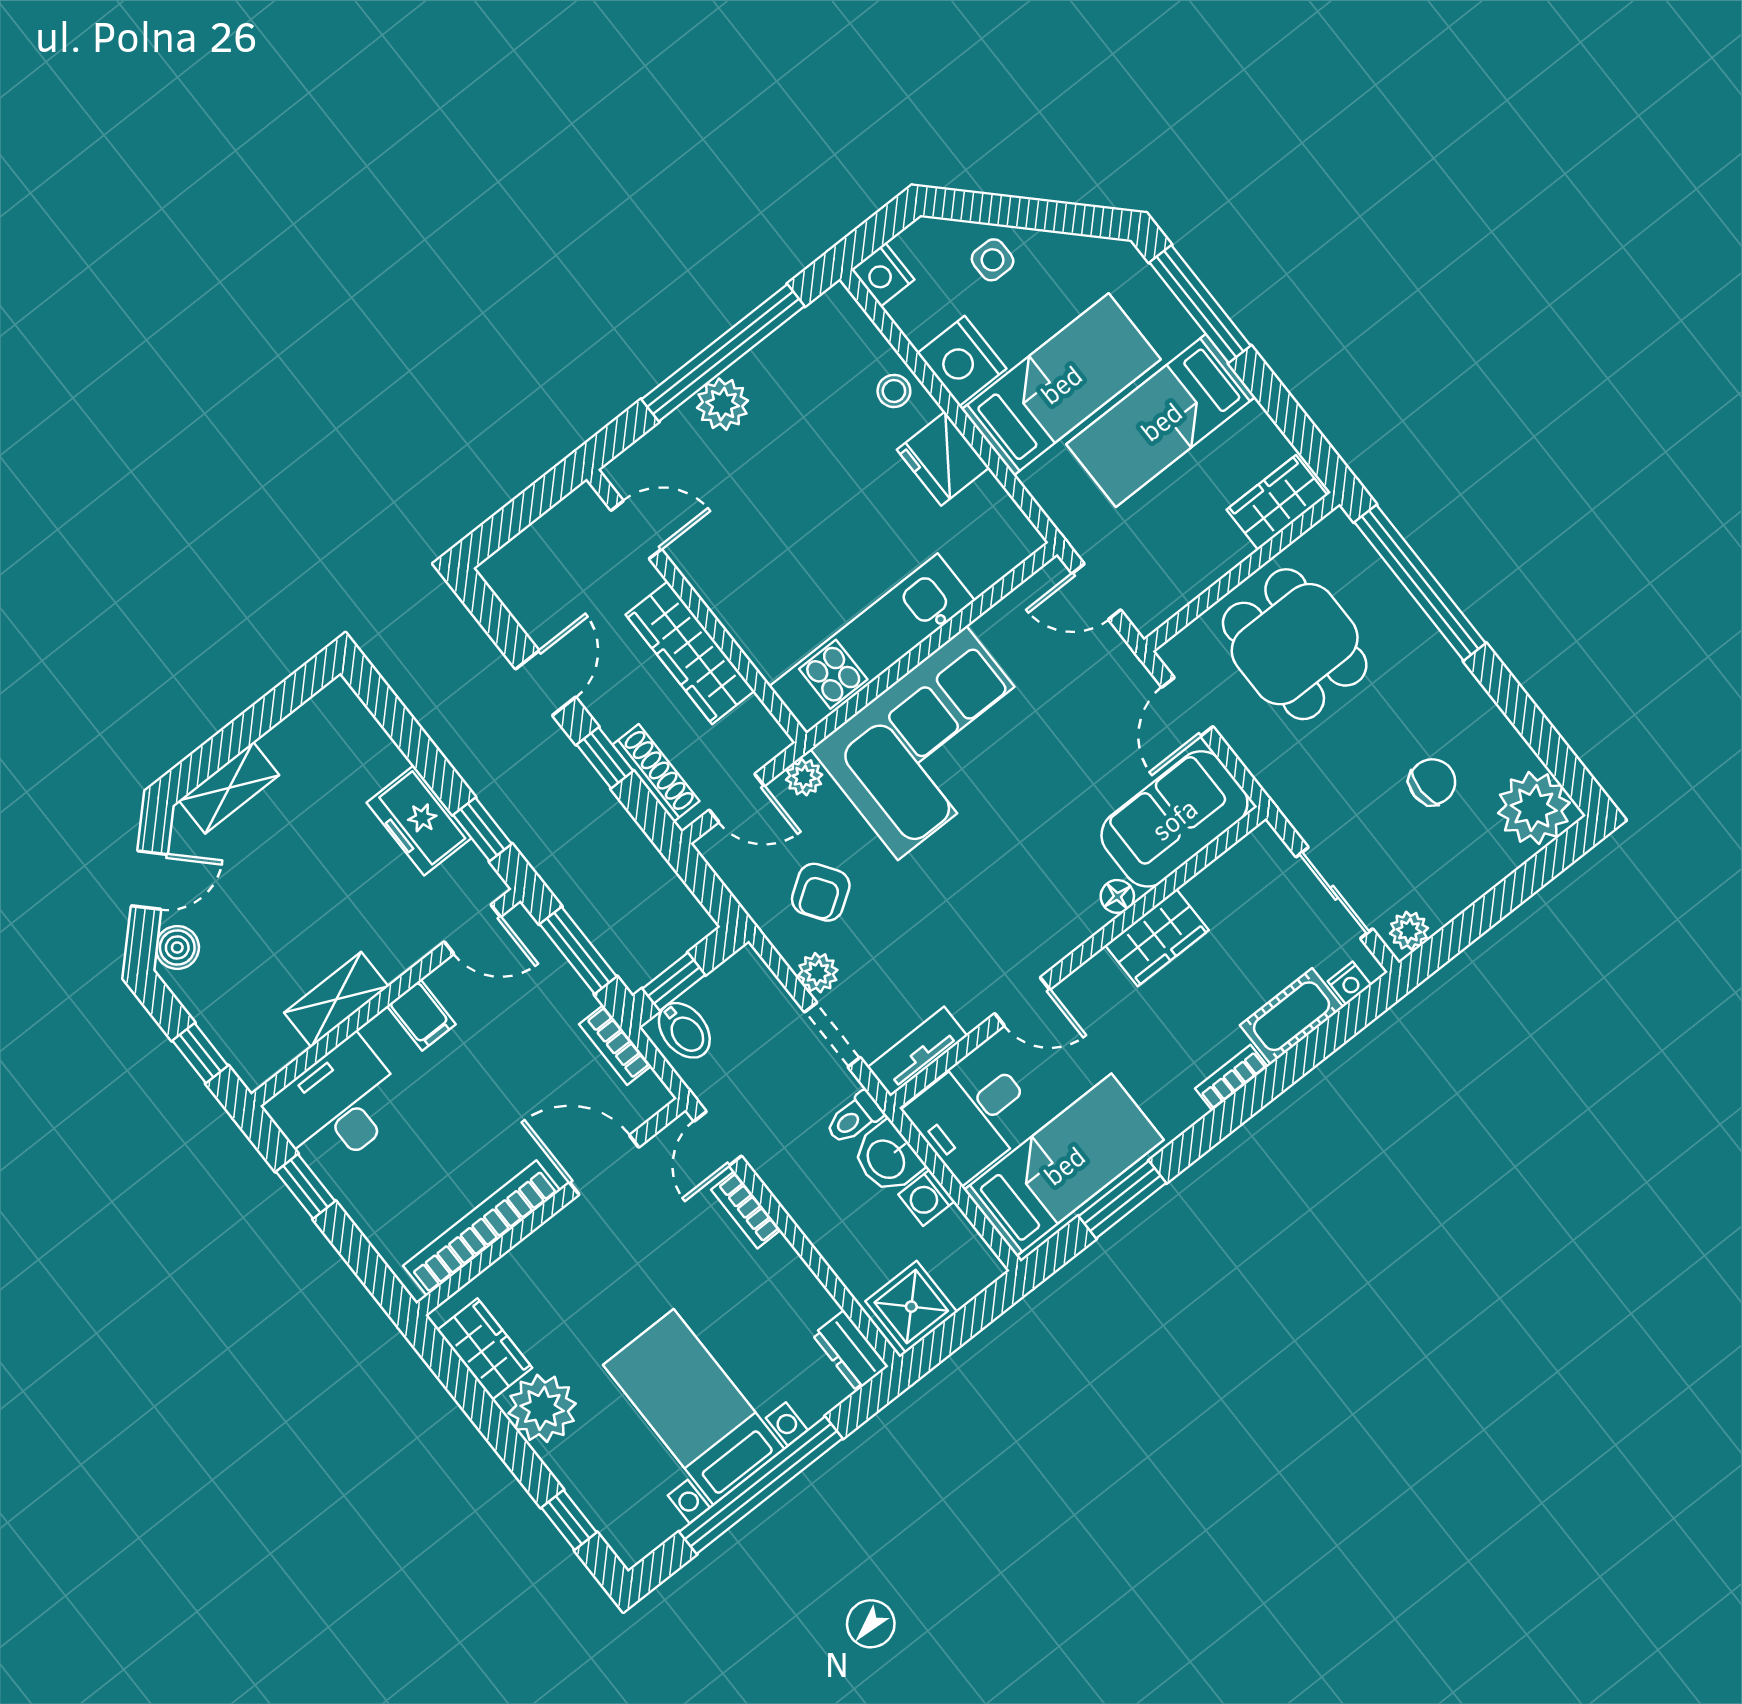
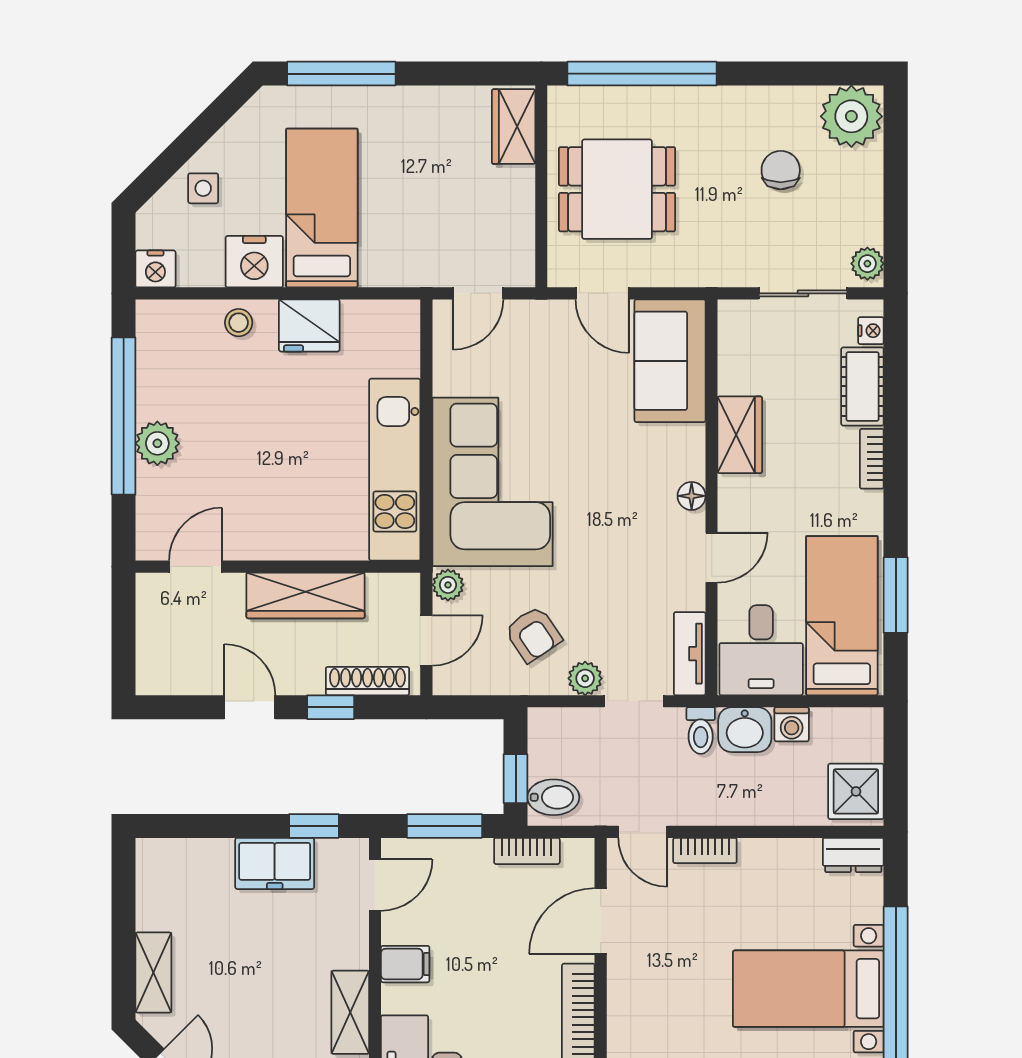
bed: (1161, 421) -> (398, 161), removed
floor lamp: (1117, 896) -> (692, 496), moved

